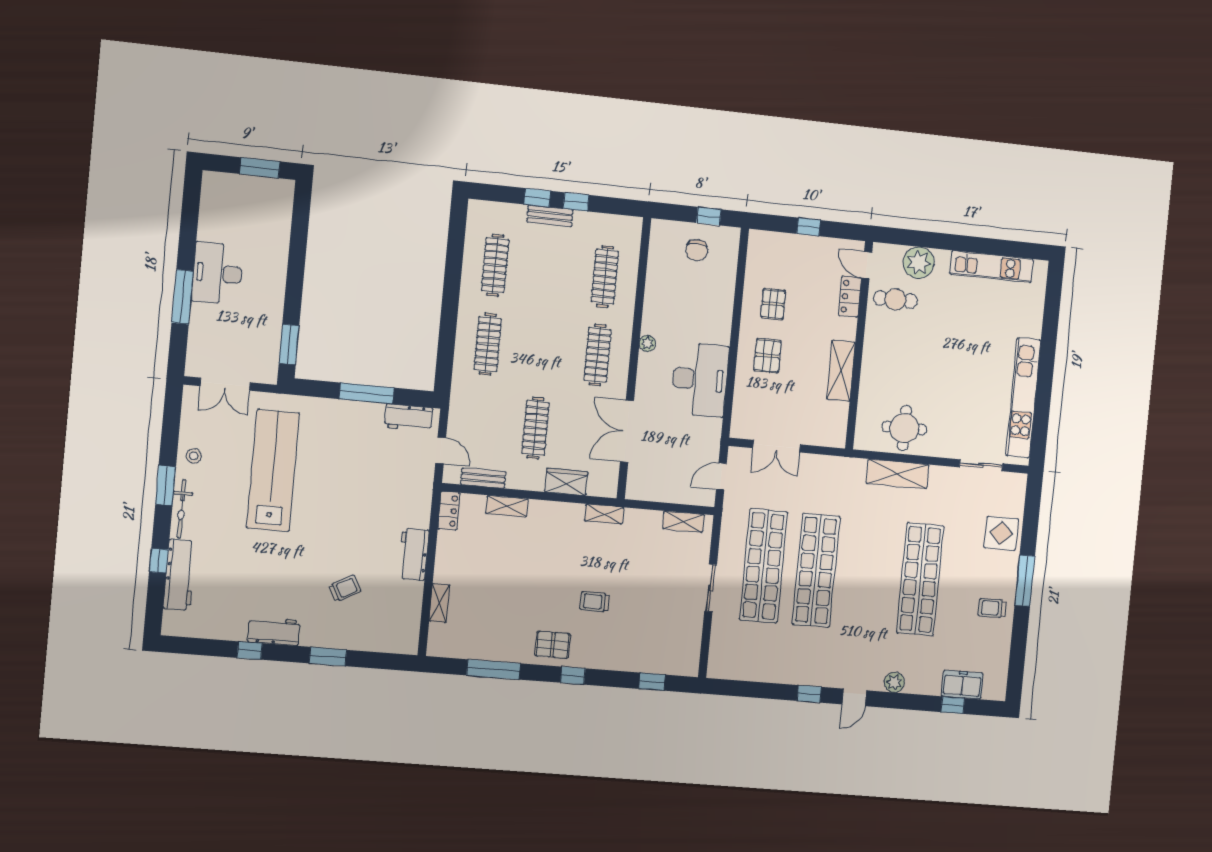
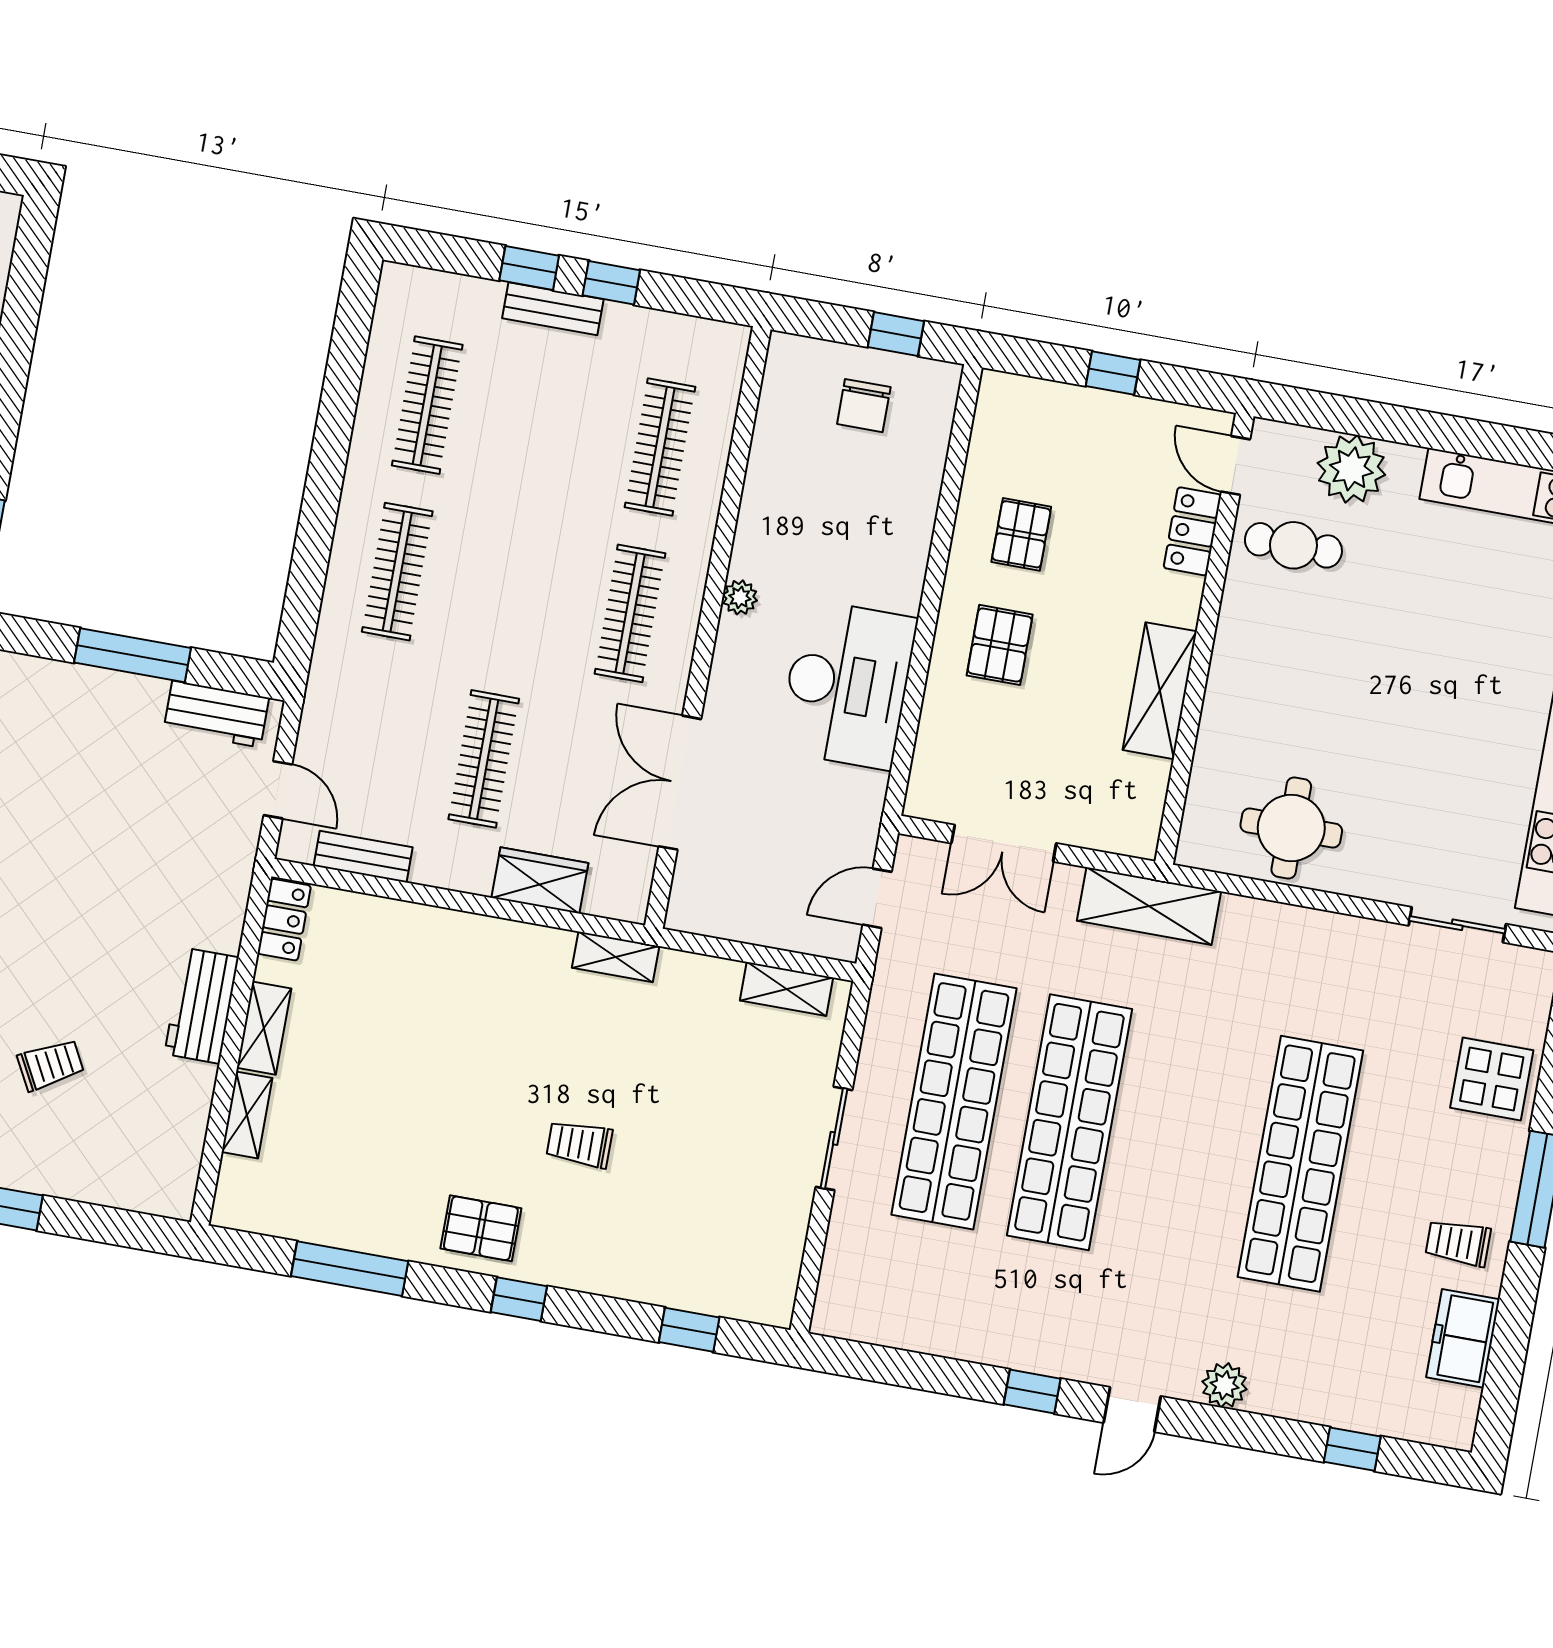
shelving: (897, 474) -> (1149, 906), moved
shelving: (507, 506) -> (264, 1028), moved, turned 90
freezer: (962, 685) -> (1463, 1338), moved, turned -90

